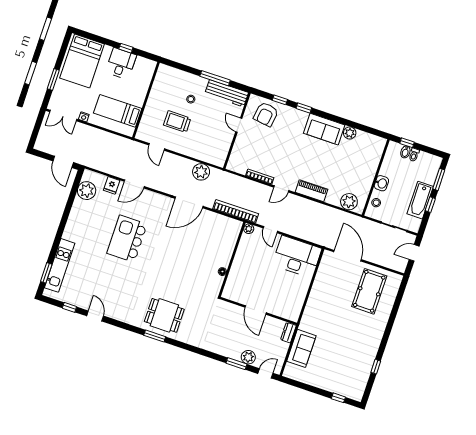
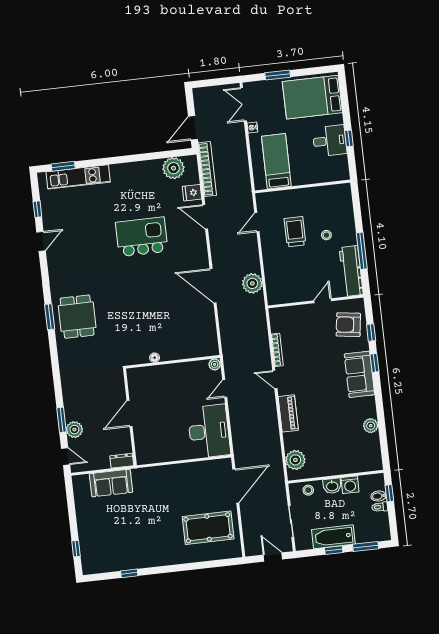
sofa: (324, 129) -> (359, 374), moved
washing machine: (387, 169) -> (350, 485), added
bookcase: (236, 211) -> (207, 169), moved

